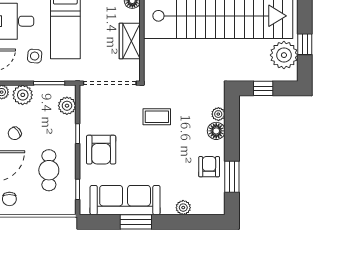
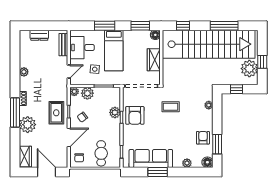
plant: (67, 106) -> (115, 112), moved
floor lamp: (216, 131) -> (207, 162), moved
armchair: (101, 150) -> (135, 115), moved
cafe table: (49, 170) -> (101, 153), moved

